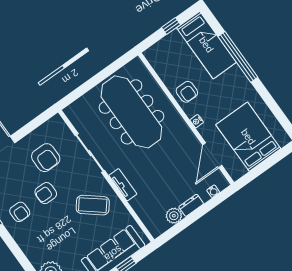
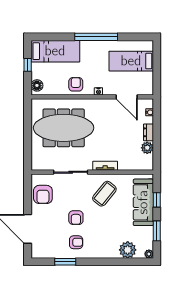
floor lamp: (156, 52) -> (37, 85), added
window: (238, 57) -> (96, 37), moved
armchair: (187, 92) -> (76, 84), turned -90
bed: (248, 137) -> (131, 61), width x0.67
armchair: (46, 158) -> (43, 194), moved, turned 90

